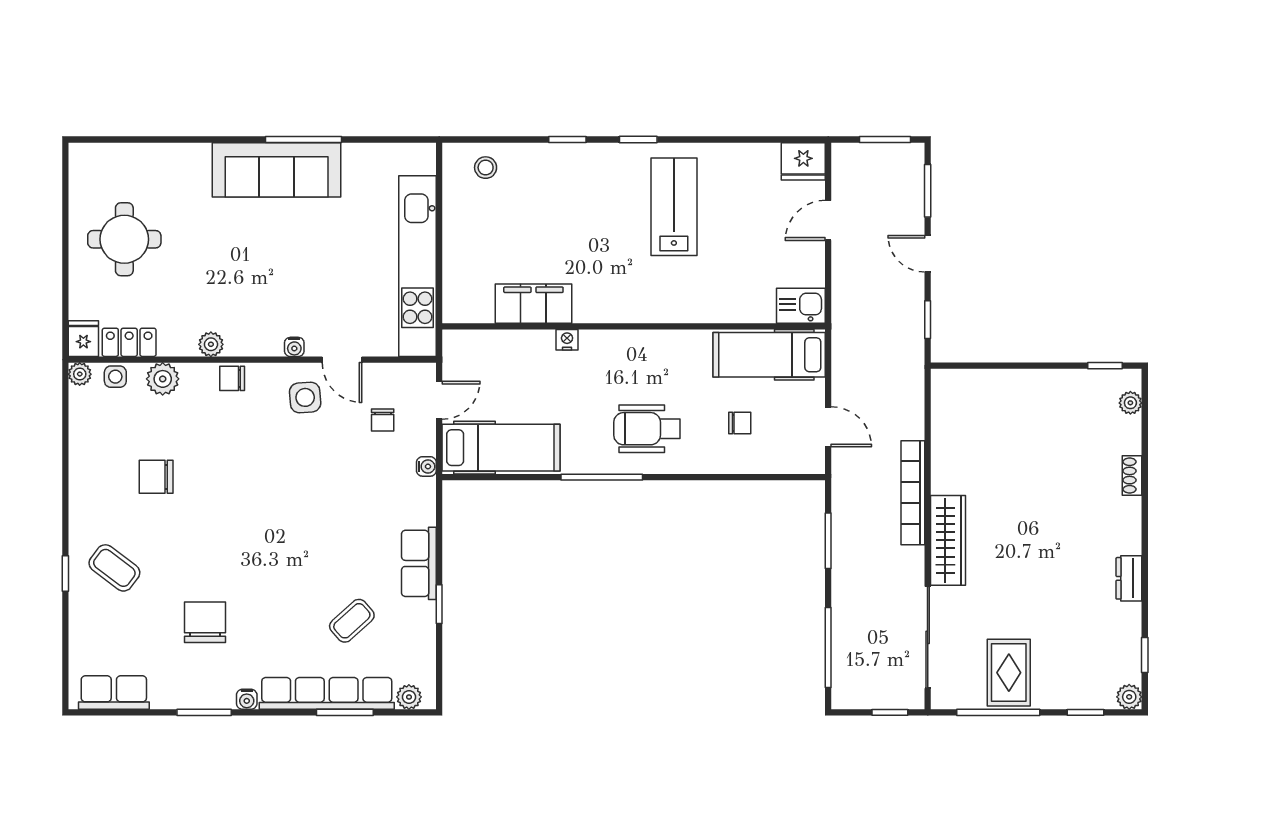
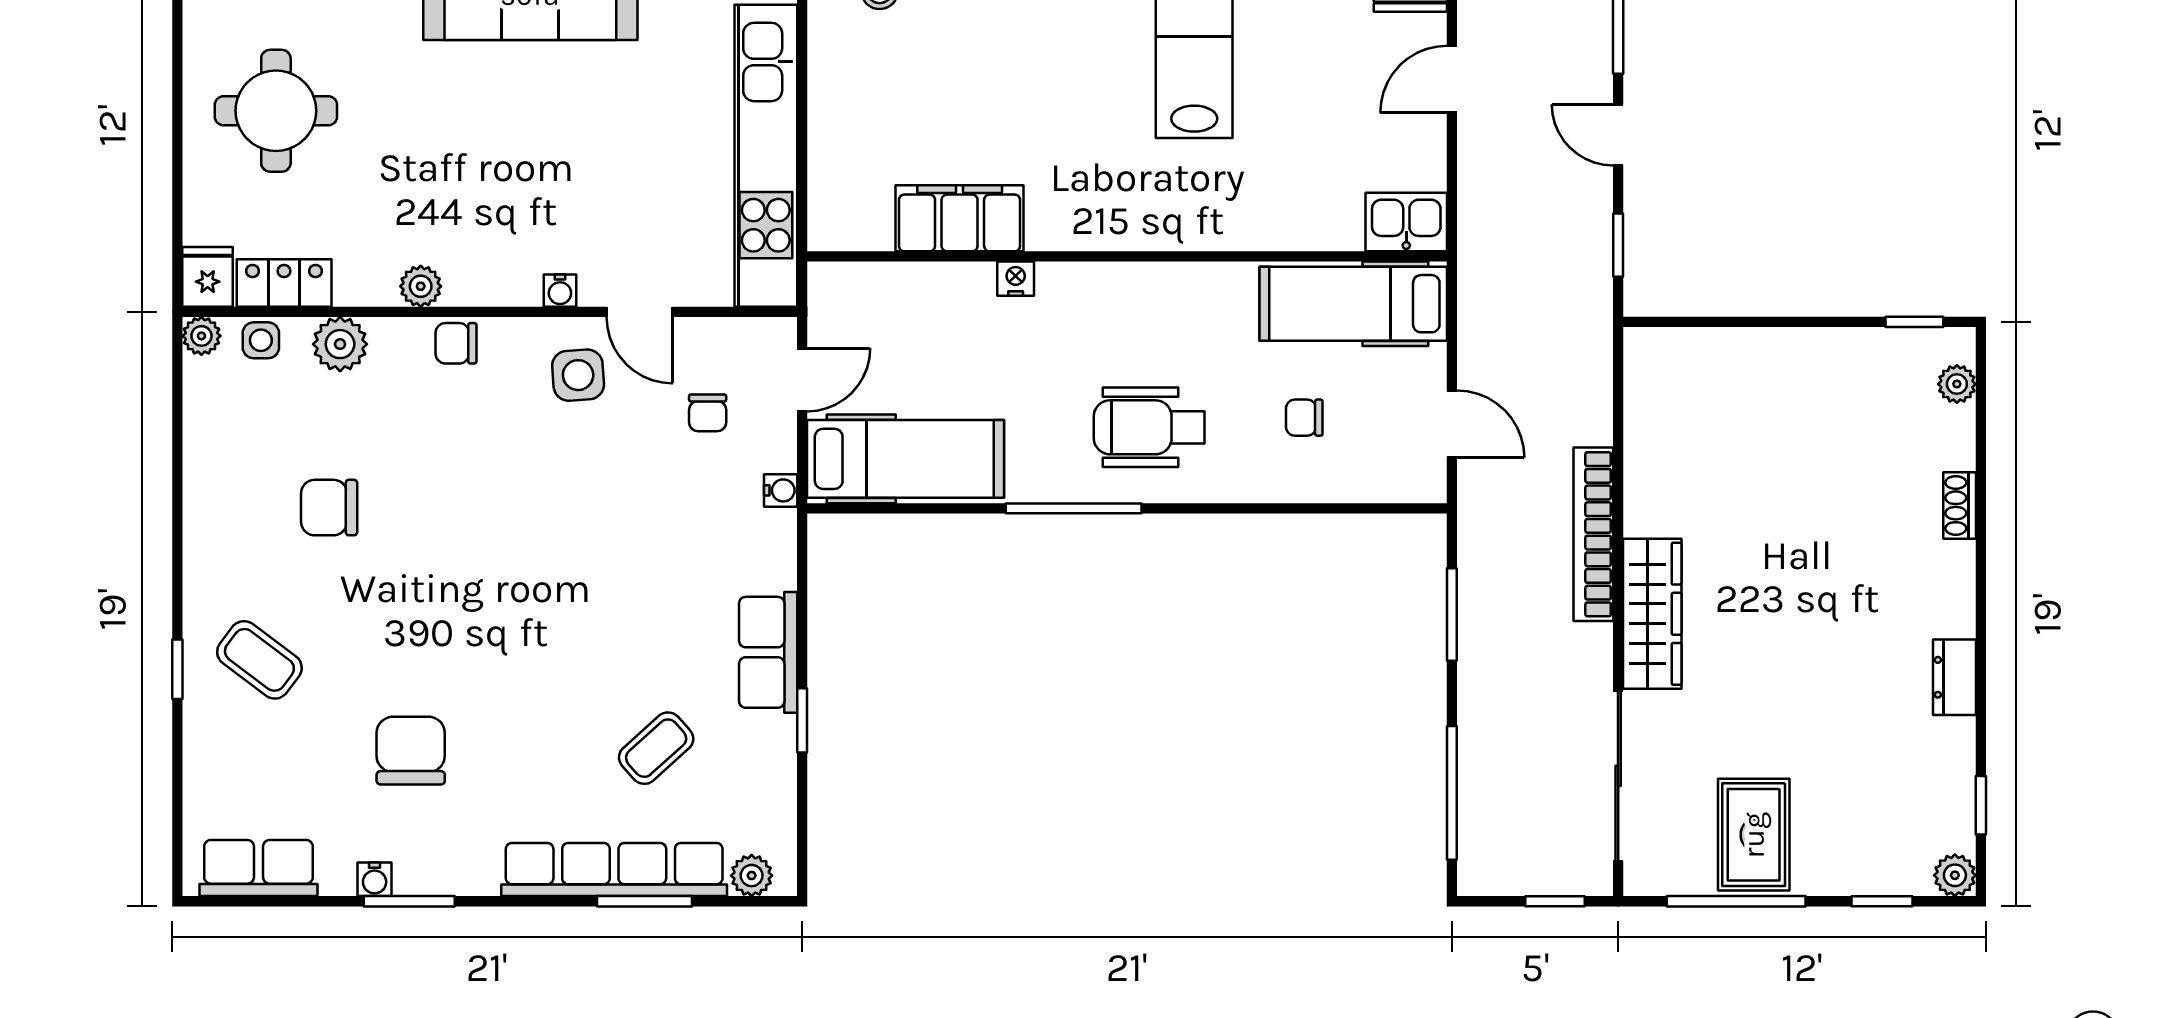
chair: (740, 423) -> (1304, 418), turned 180
water cooler: (247, 699) -> (375, 879), moved

